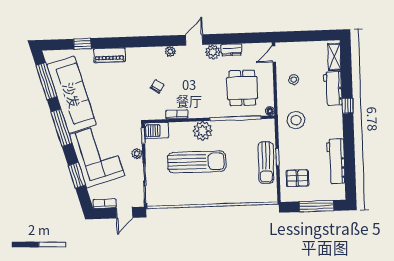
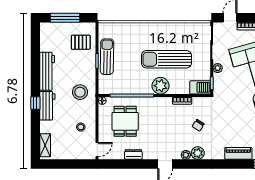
plant: (213, 52) -> (198, 153), moved
workbench: (333, 88) -> (47, 106), moved
workbench: (336, 161) -> (47, 71), moved

